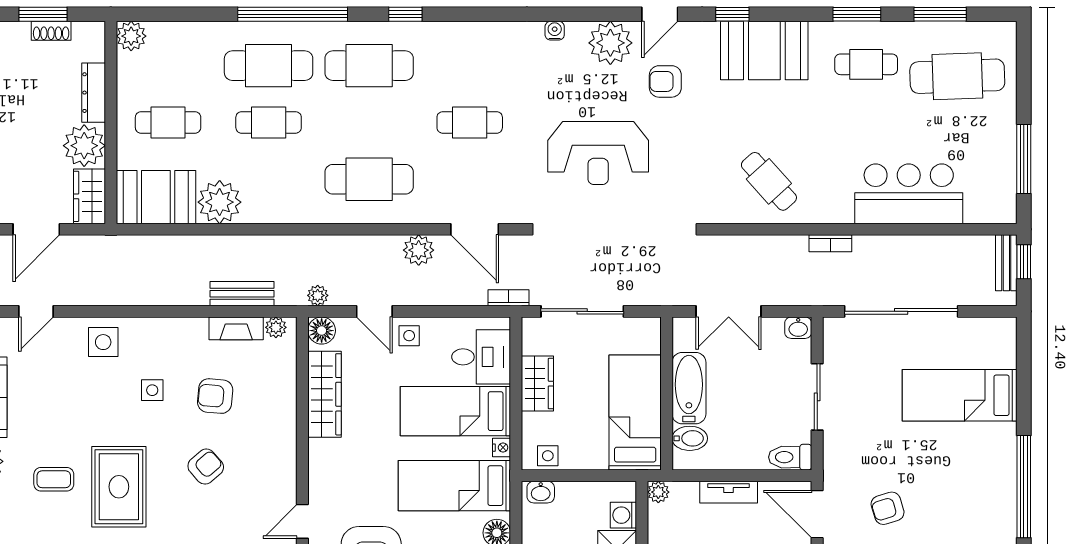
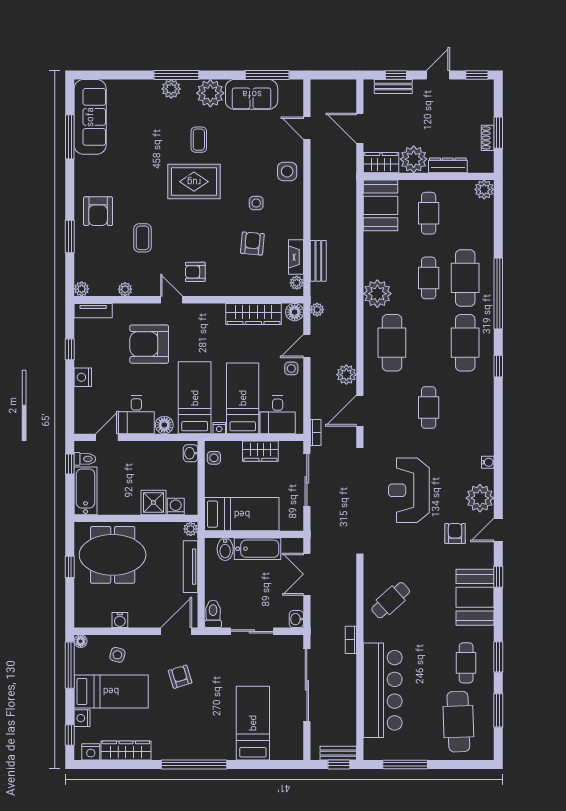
door: (660, 14) -> (498, 530), hinge flipped
bar counter: (909, 194) -> (383, 690), width x1.36
plant: (220, 202) -> (377, 294), moved
armchair: (206, 467) -> (195, 272), moved, turned 131
tv unit: (729, 492) -> (191, 567), width x1.41

